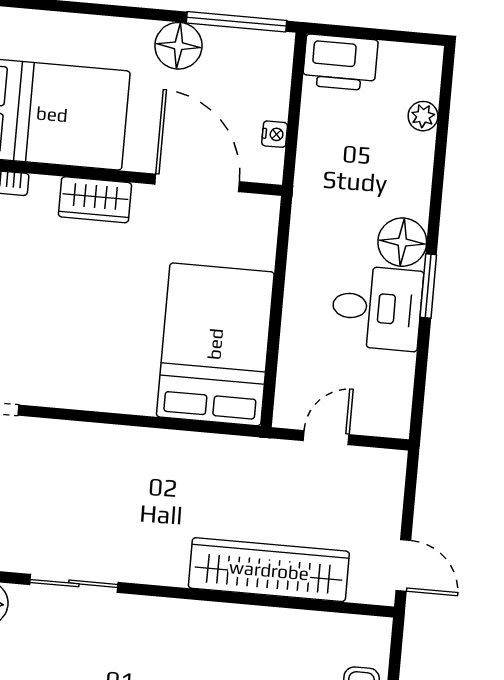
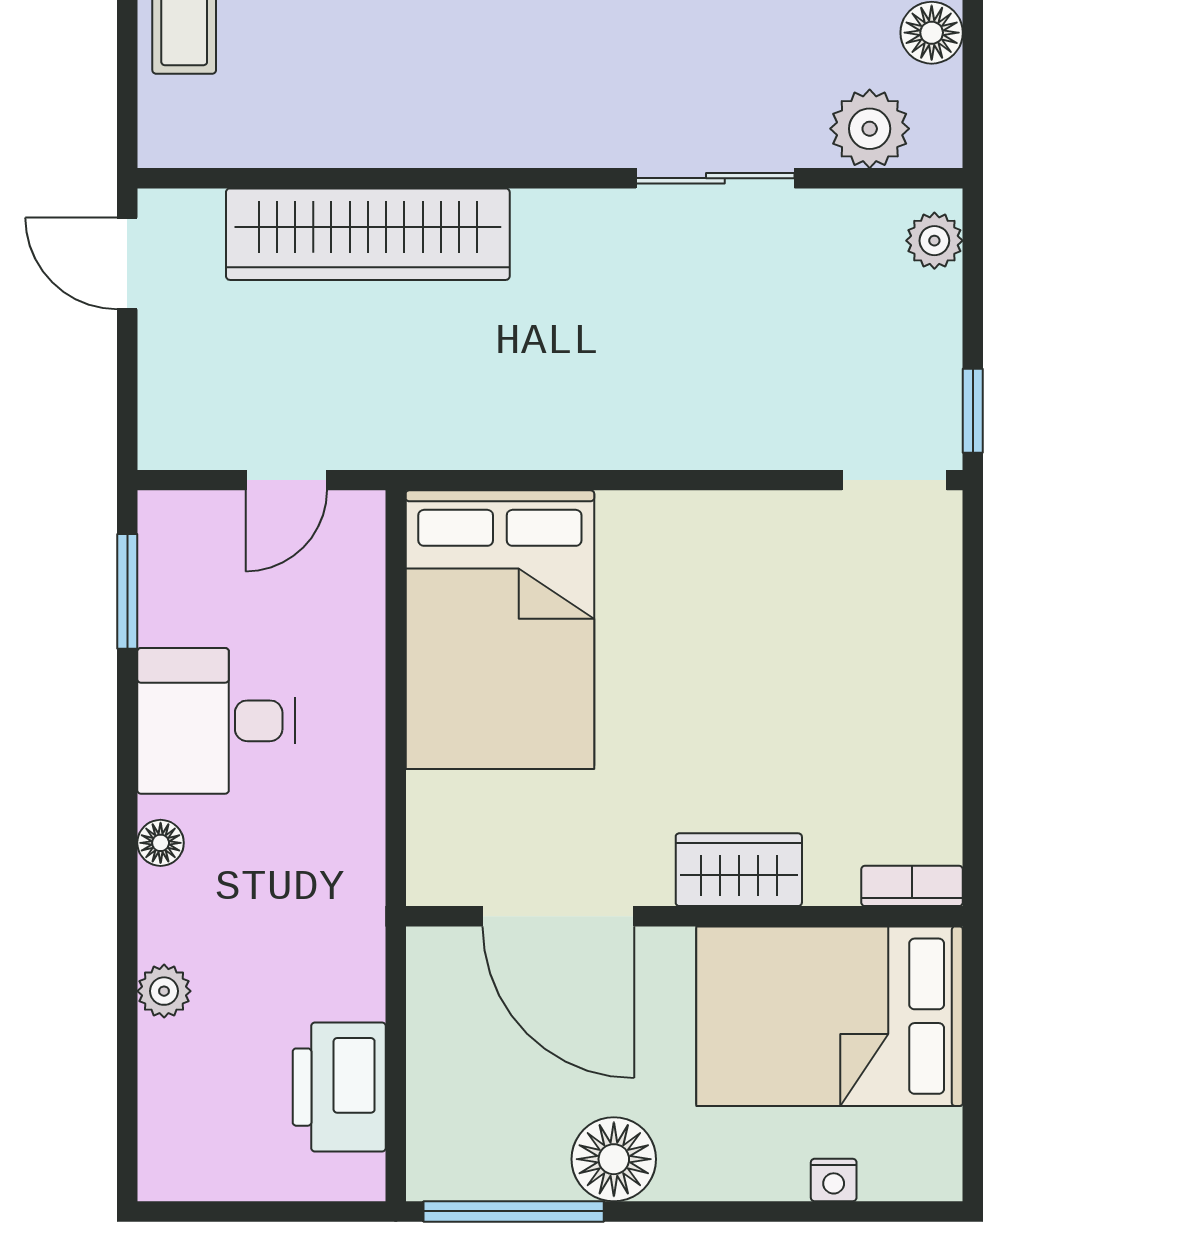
printer: (340, 63) -> (339, 1087), moved, turned -90
plant: (423, 116) -> (164, 991), moved
nightstand: (275, 134) -> (834, 1180), moved, turned -90
floor lamp: (402, 242) -> (161, 843), width x0.53, depth x0.53
window: (428, 286) -> (127, 591), moved

